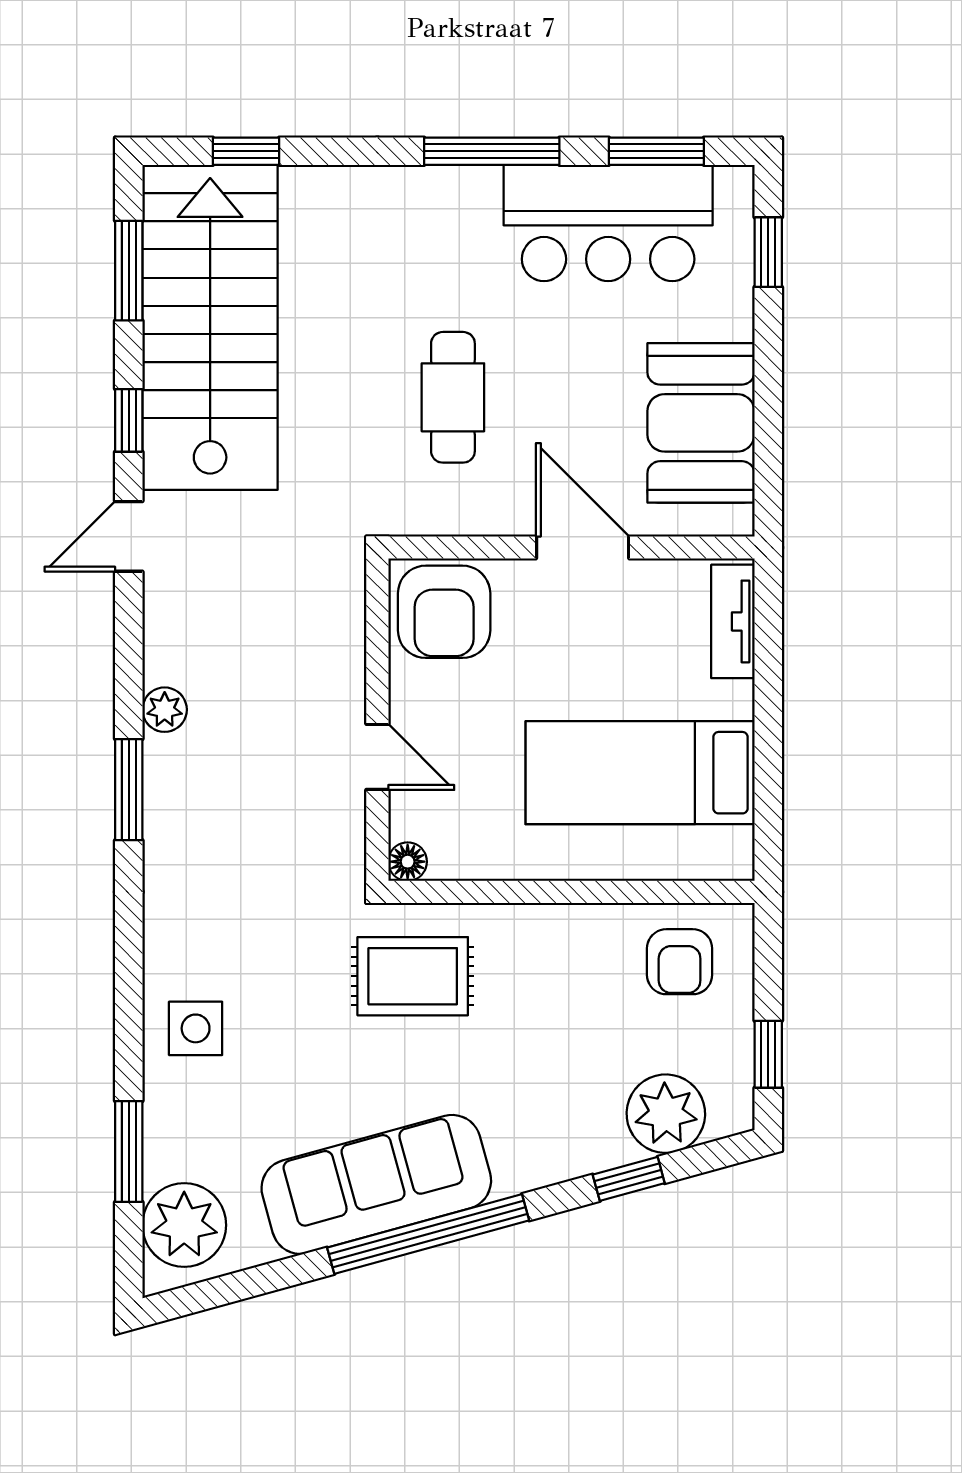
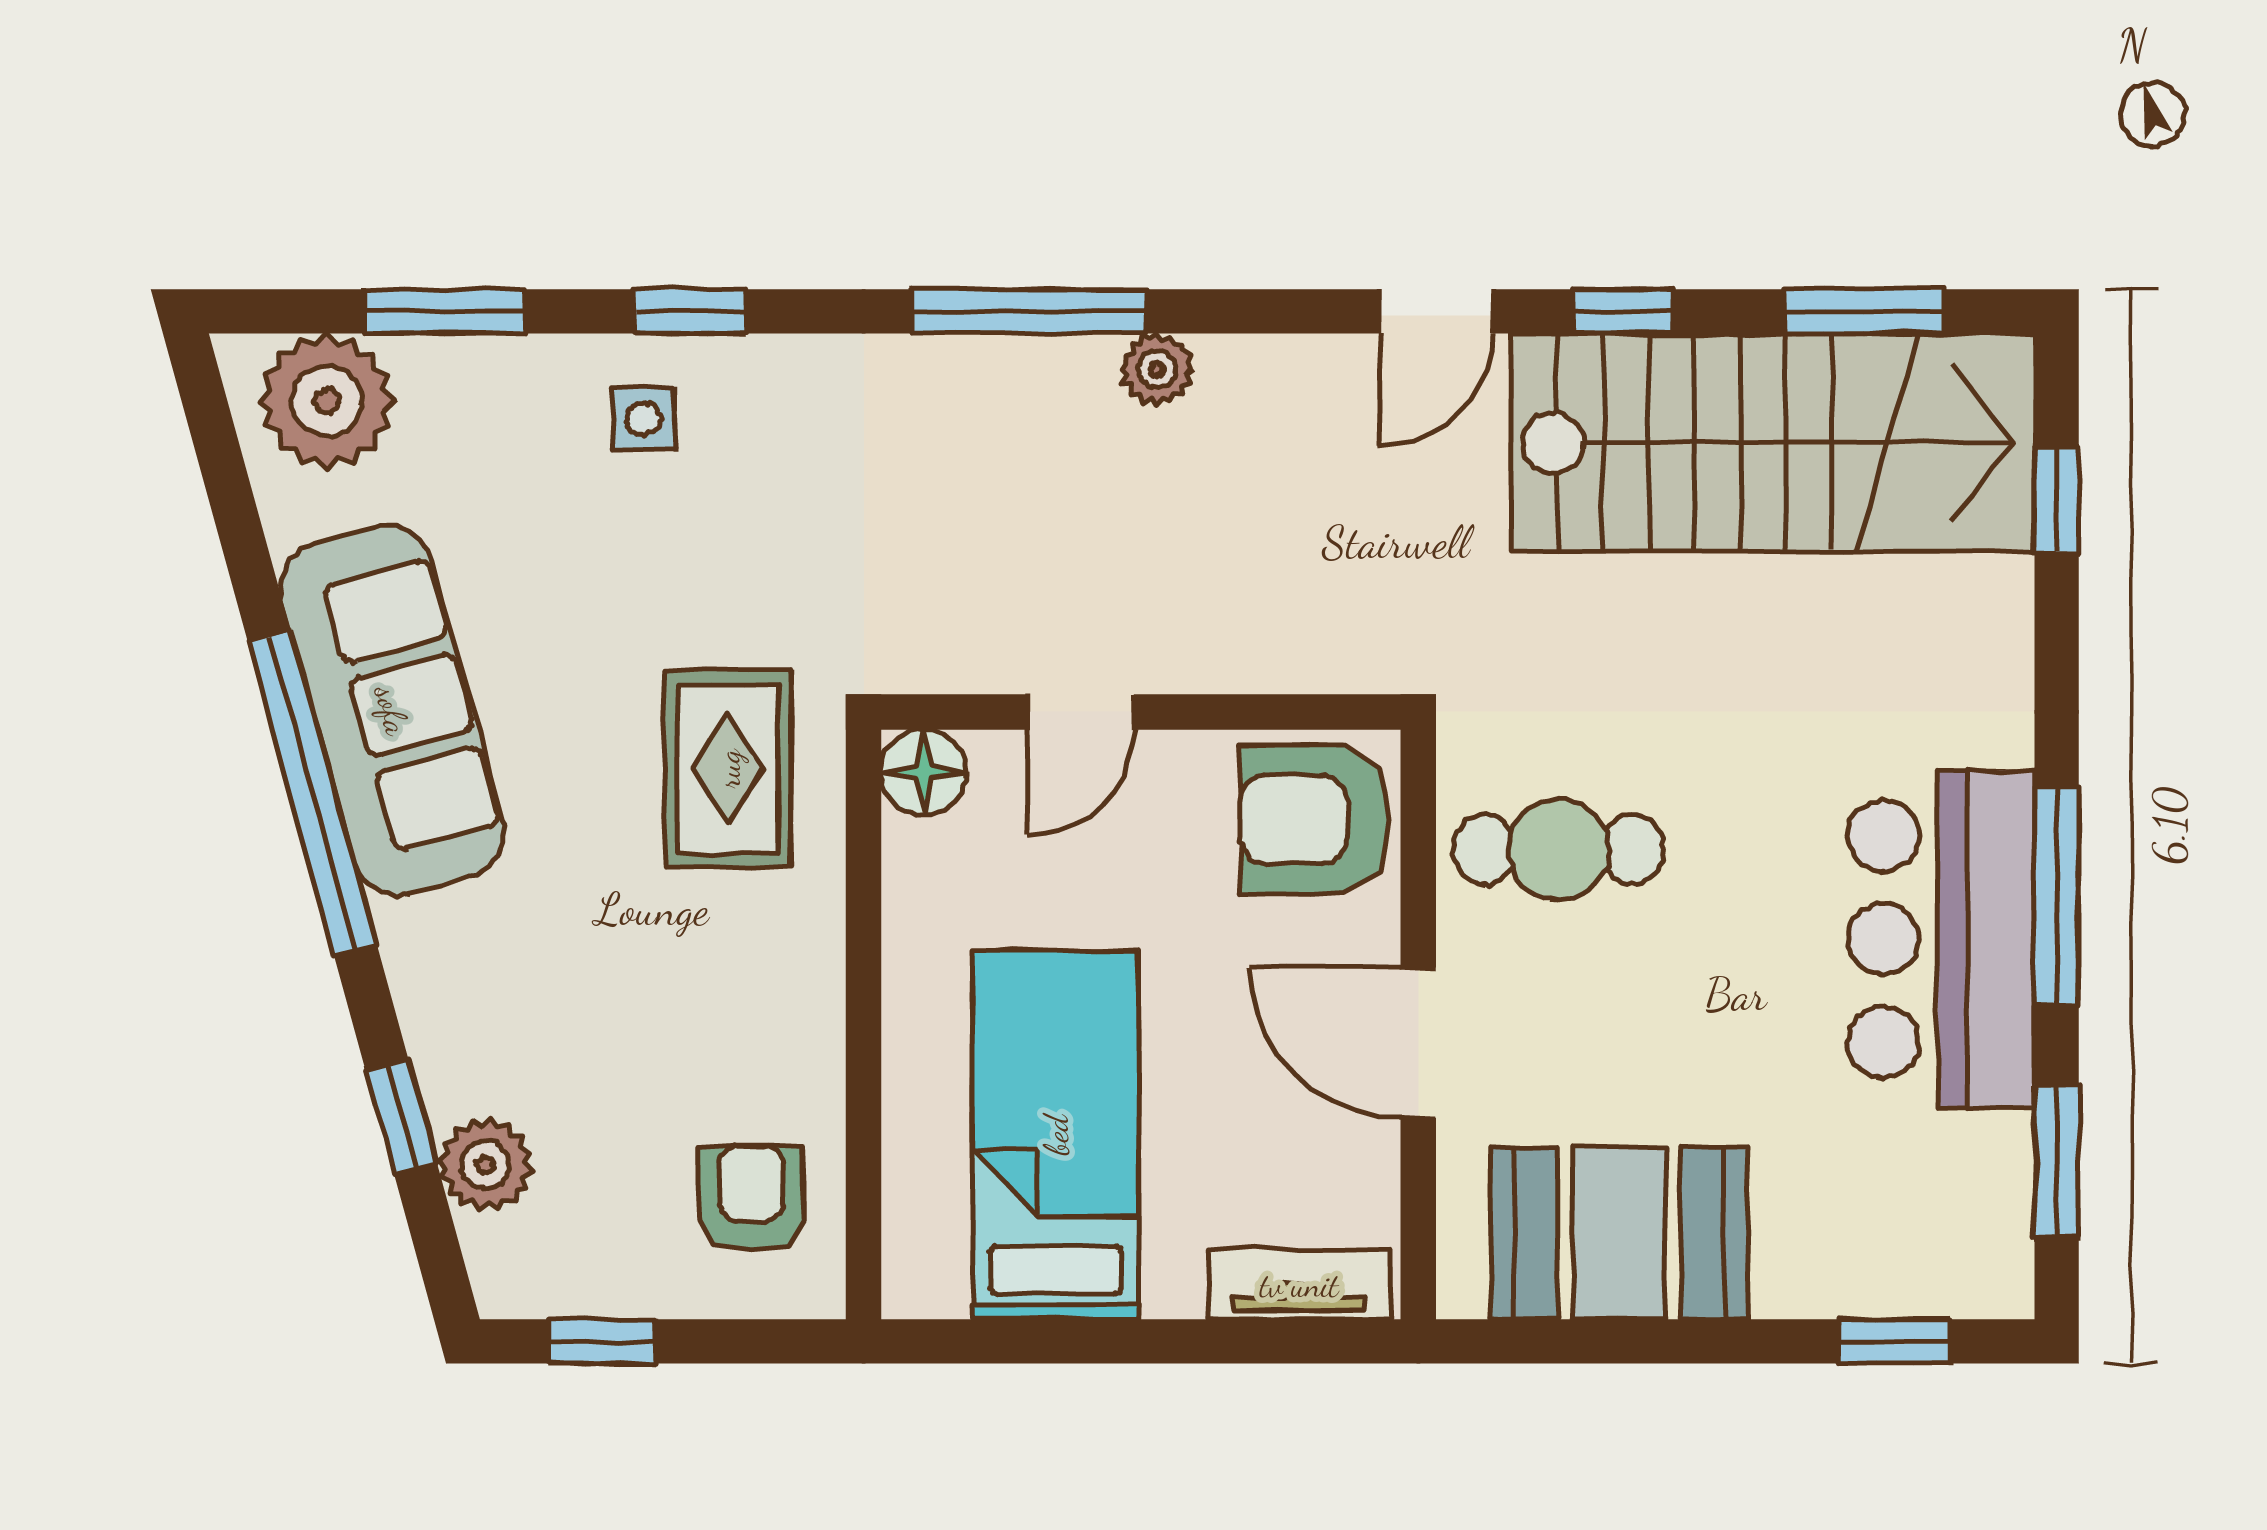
bar counter: (608, 223) -> (1941, 939), moved
cafe table: (453, 397) -> (1559, 849), moved
door: (129, 536) -> (1436, 311), swing flipped
door: (583, 548) -> (1418, 1043), swing flipped
window: (129, 790) -> (1028, 311), width x1.44
floor lamp: (408, 862) -> (924, 772), width x1.37, depth x1.37
armchair: (680, 962) -> (751, 1199), turned 90
window: (129, 999) -> (691, 311), added
side table: (196, 1028) -> (644, 419), width x0.73, depth x0.73
plant: (666, 1114) -> (485, 1165), width x0.73, depth x0.73

